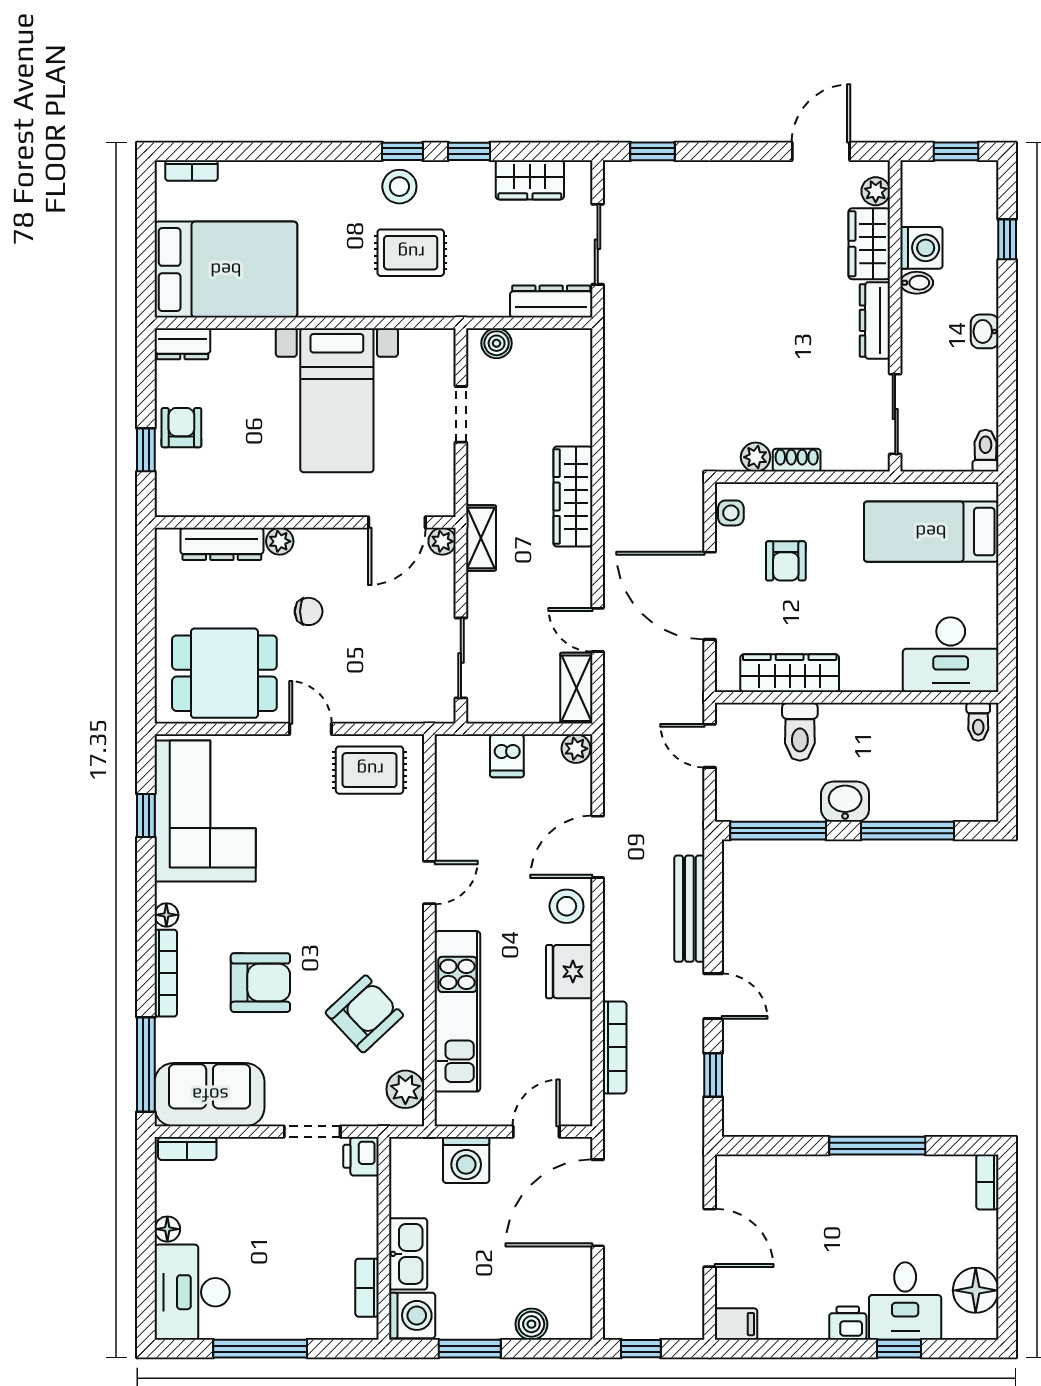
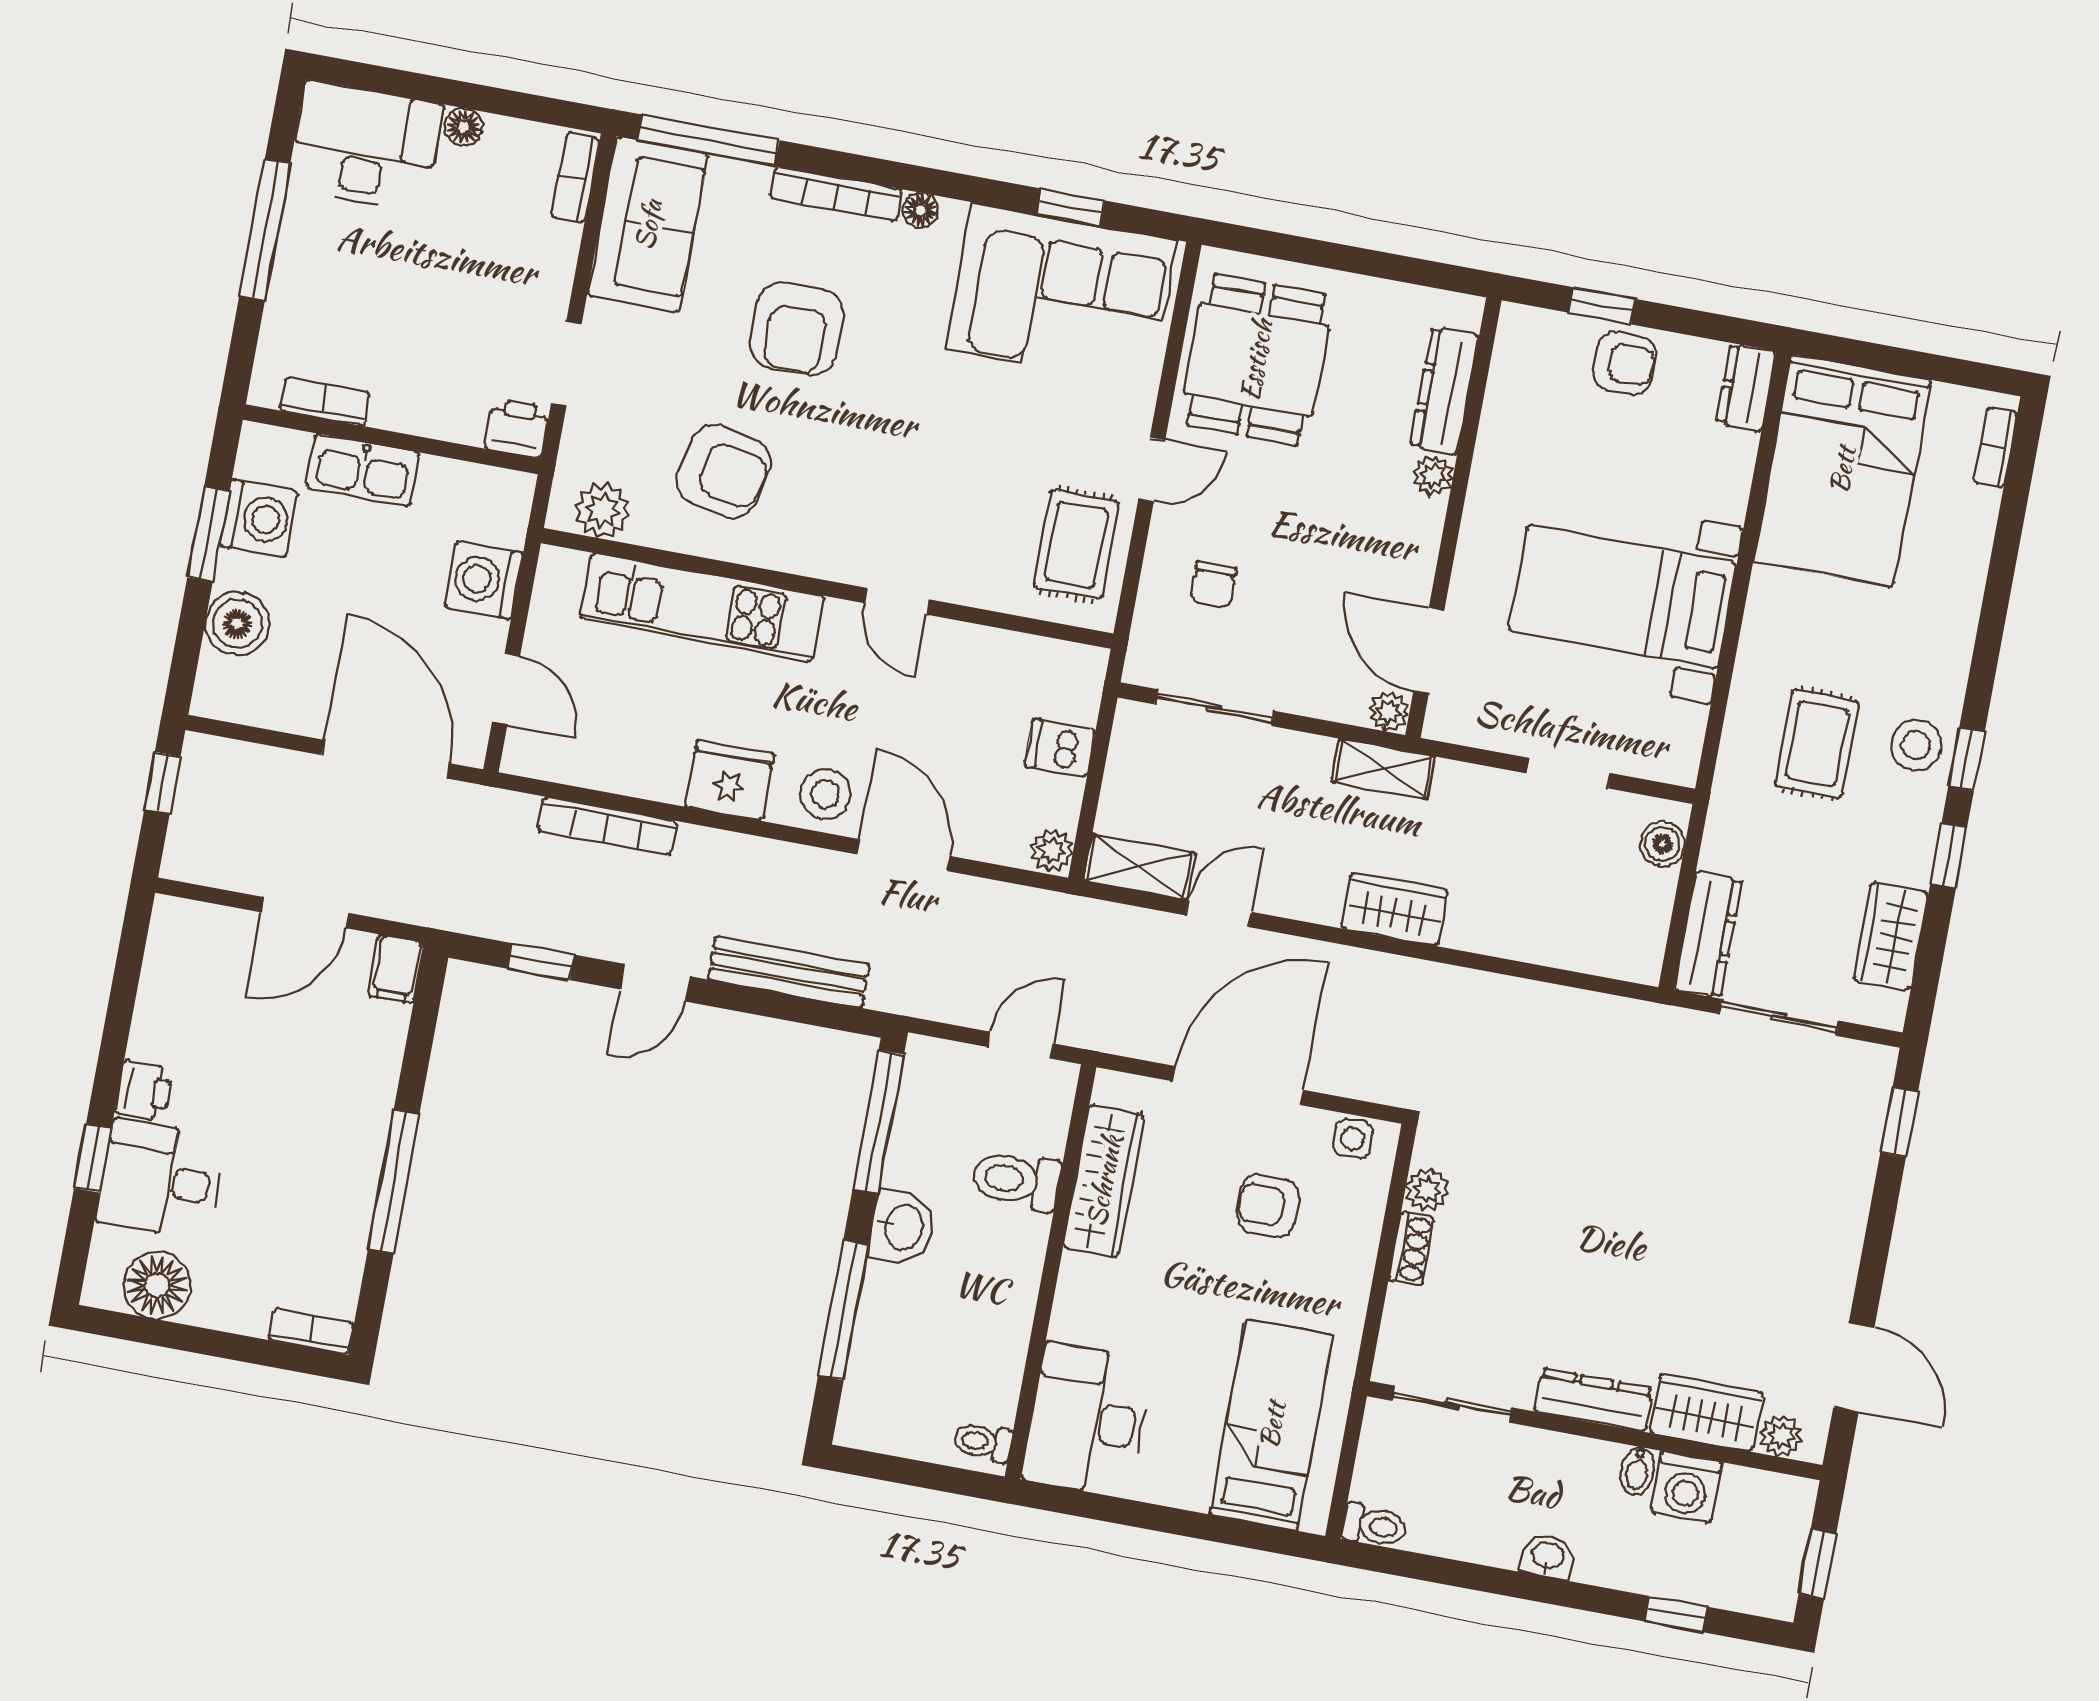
wardrobe: (573, 497) -> (1395, 909), width x0.67
chair: (309, 611) -> (1213, 585), moved
armchair: (364, 1014) -> (723, 471), turned -35
washing machine: (412, 1315) -> (259, 518), moved, turned -90
boiler: (531, 1324) -> (237, 624), width x1.36, depth x1.36
filing cabinet: (736, 1324) -> (396, 969), moved

